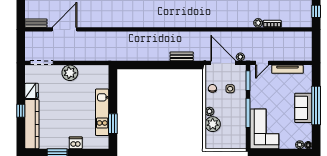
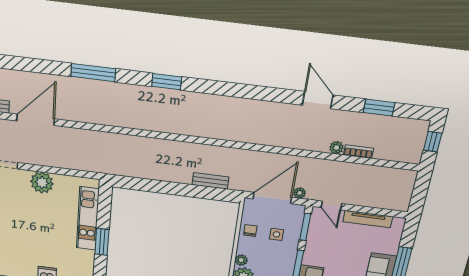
door: (223, 63) -> (272, 198), hinge flipped
door: (262, 63) -> (331, 206), hinge flipped
kitchen unit: (102, 112) -> (88, 219), moved
window: (113, 124) -> (102, 242), moved

